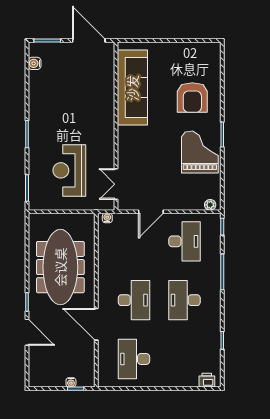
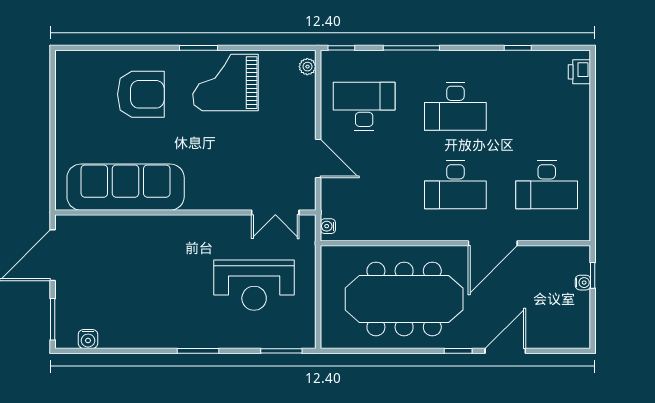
desk: (134, 300) -> (455, 185), turned 180

